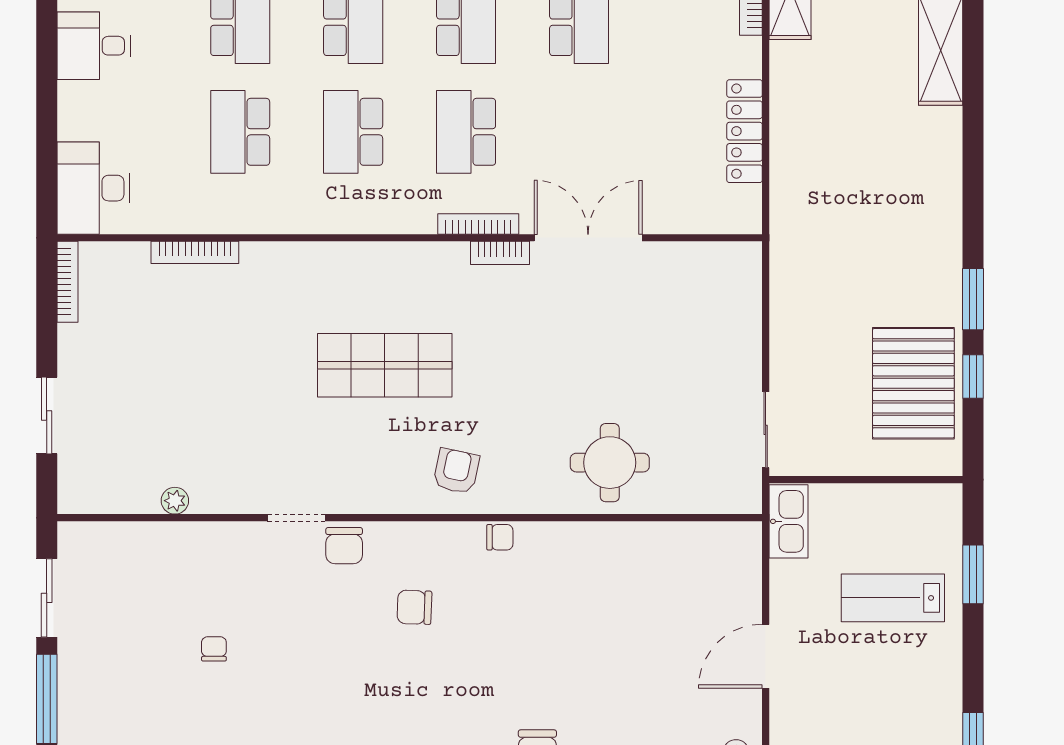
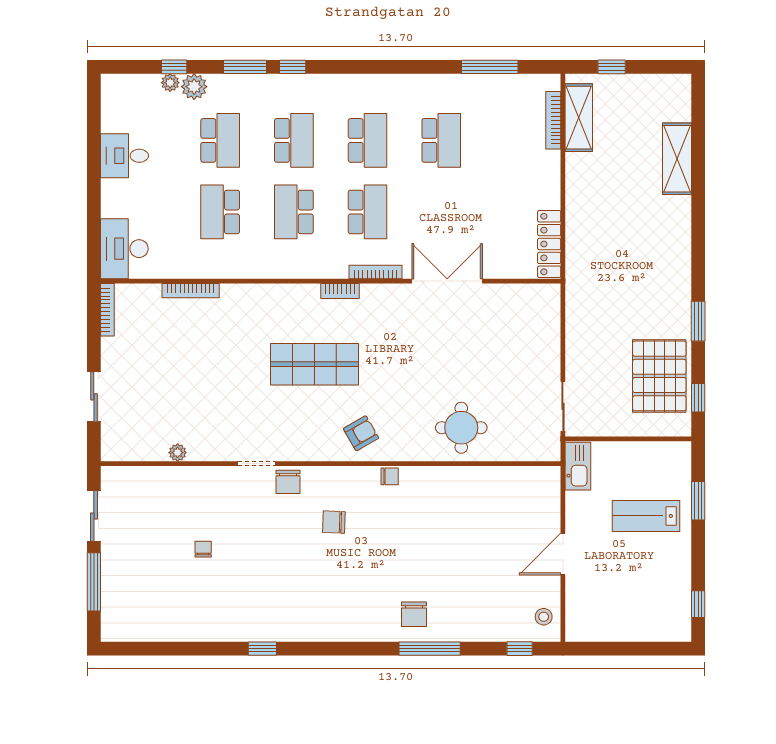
locker: (745, 131) -> (549, 244), moved
school desk: (466, 132) -> (368, 212), turned 180
bookcase: (500, 253) -> (340, 291), moved
window: (973, 376) -> (698, 398), moved
armchair: (456, 471) -> (361, 433), turned 48

